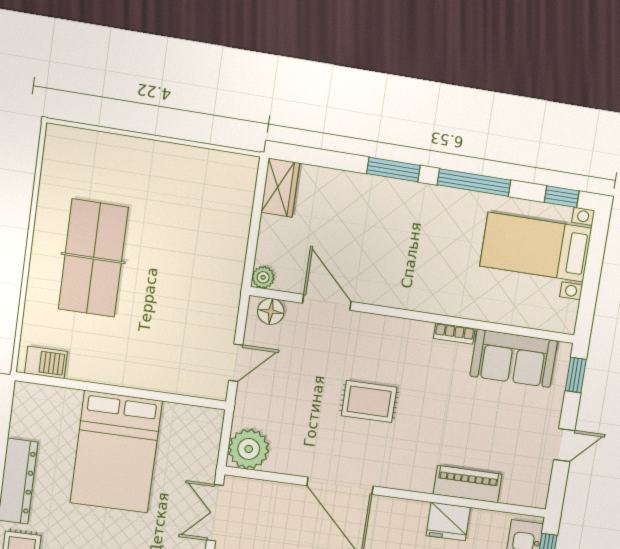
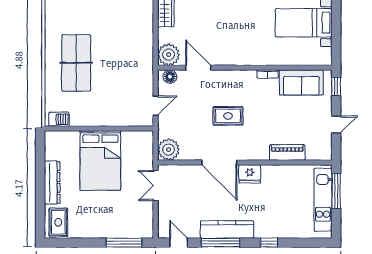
plant: (263, 277) -> (169, 55), width x1.88, depth x1.88
fridge: (448, 521) -> (250, 174), moved

